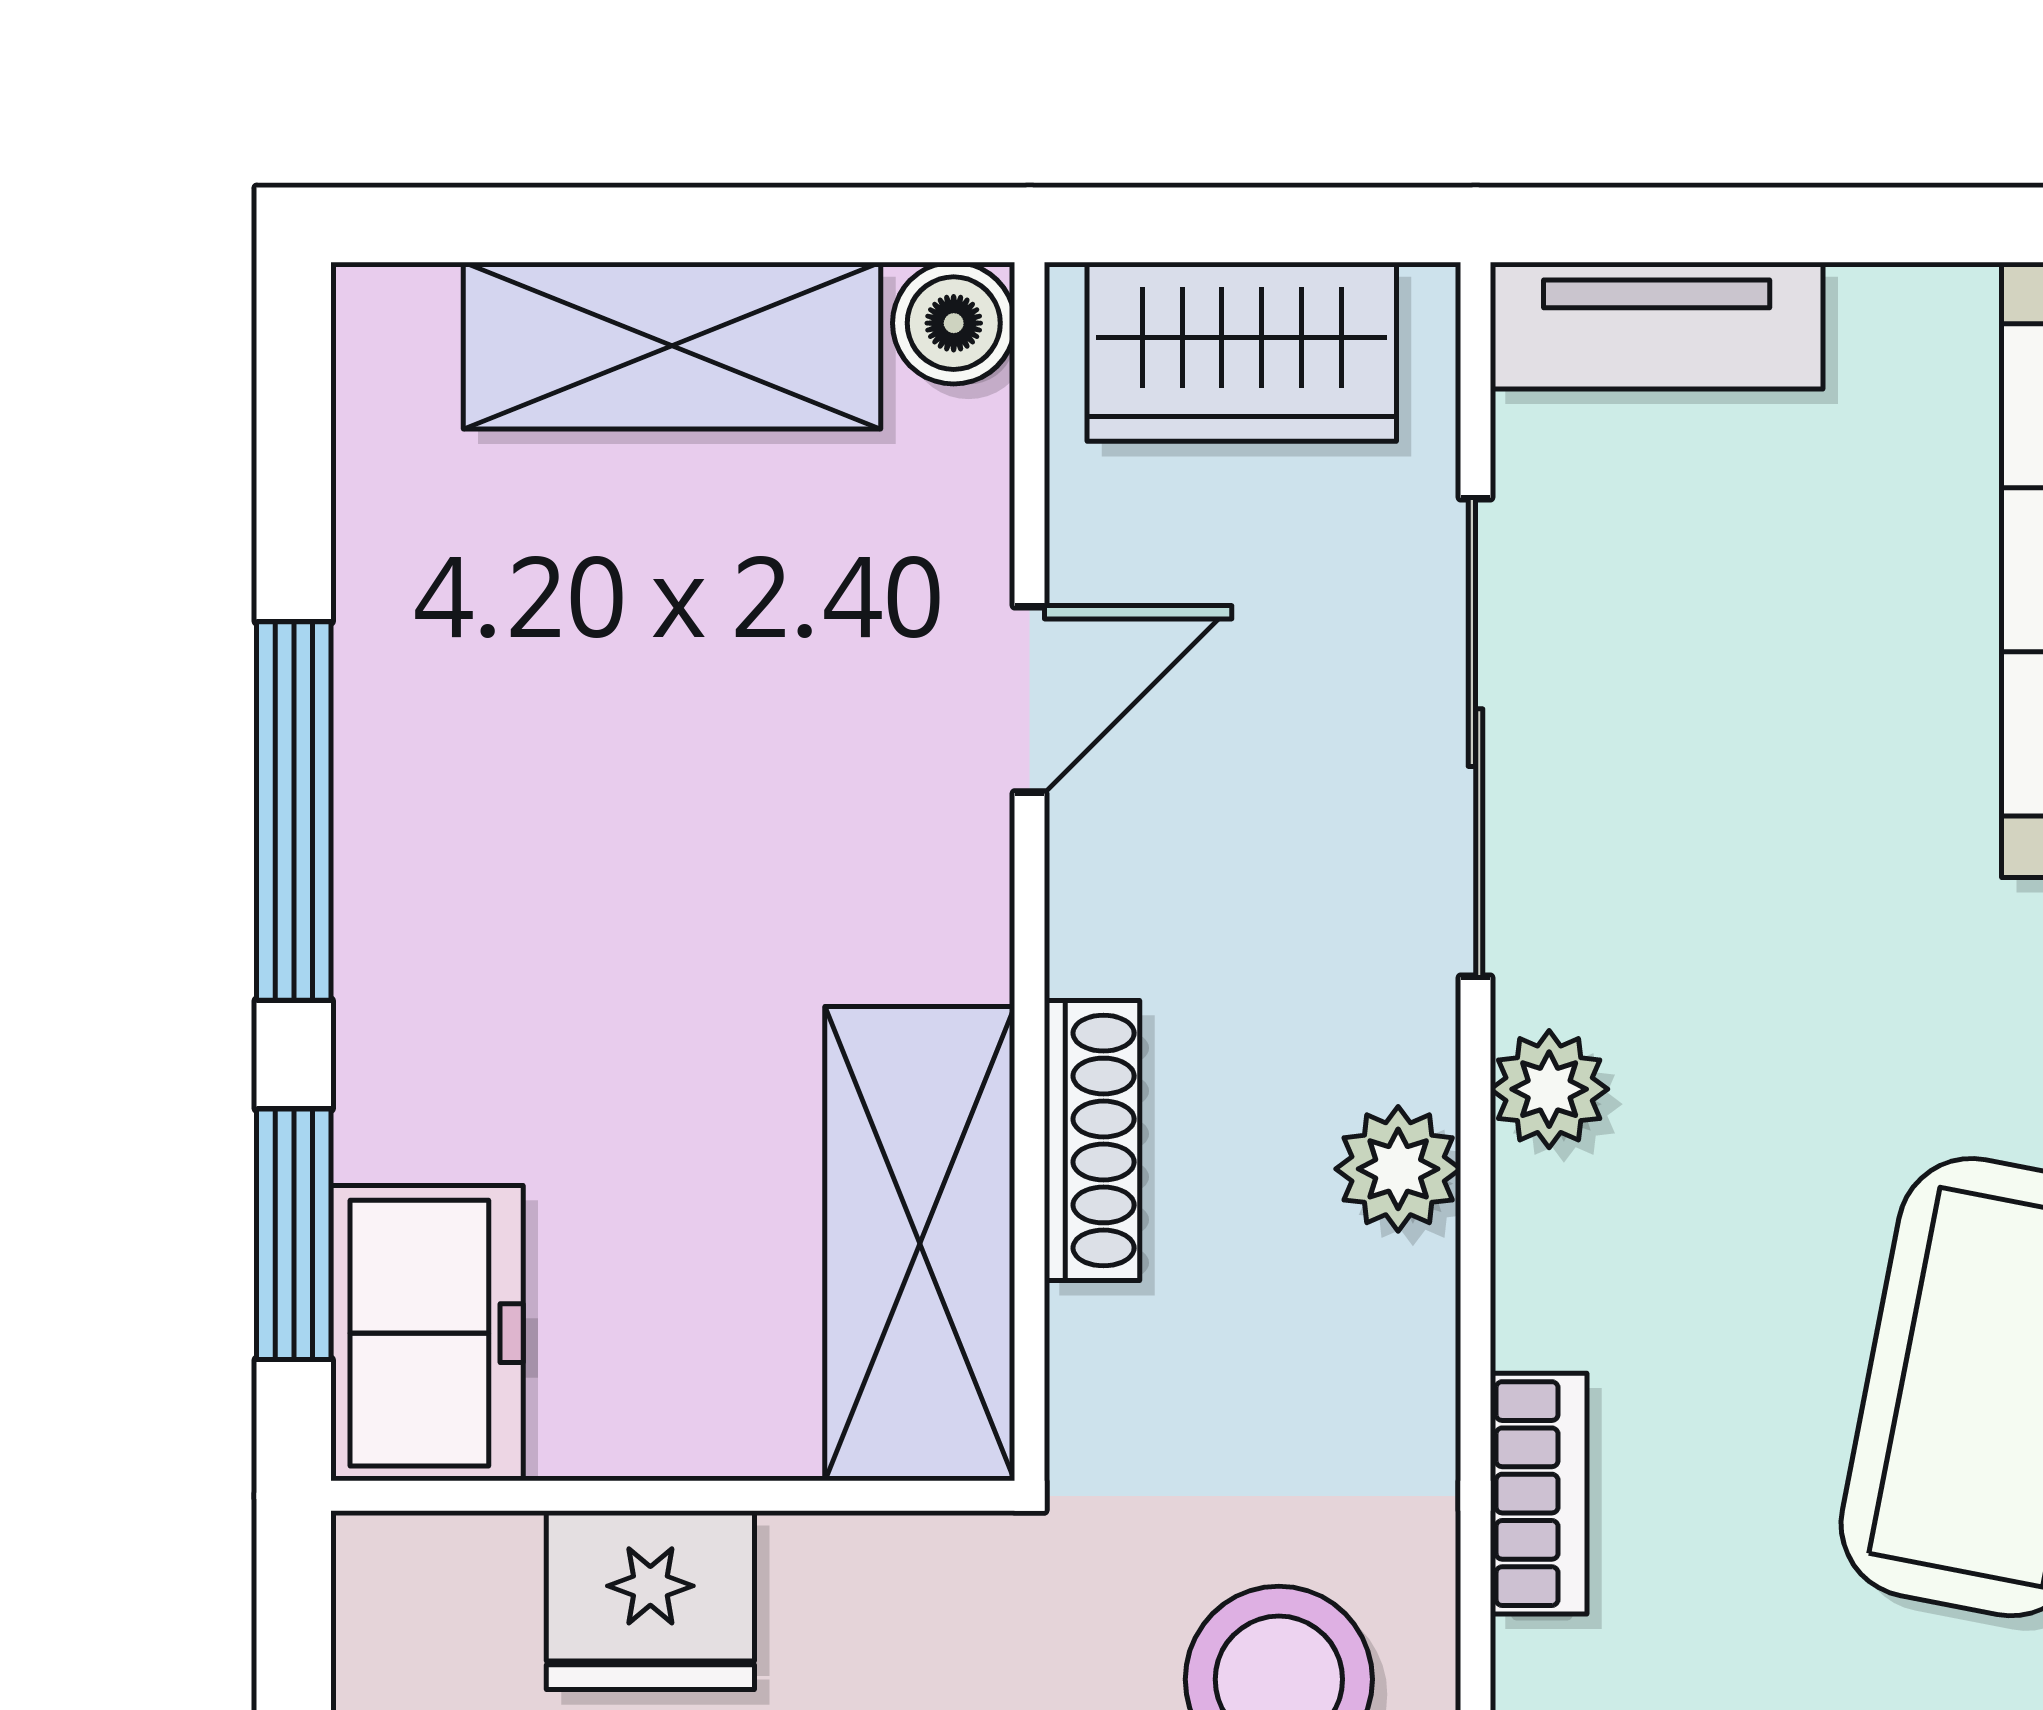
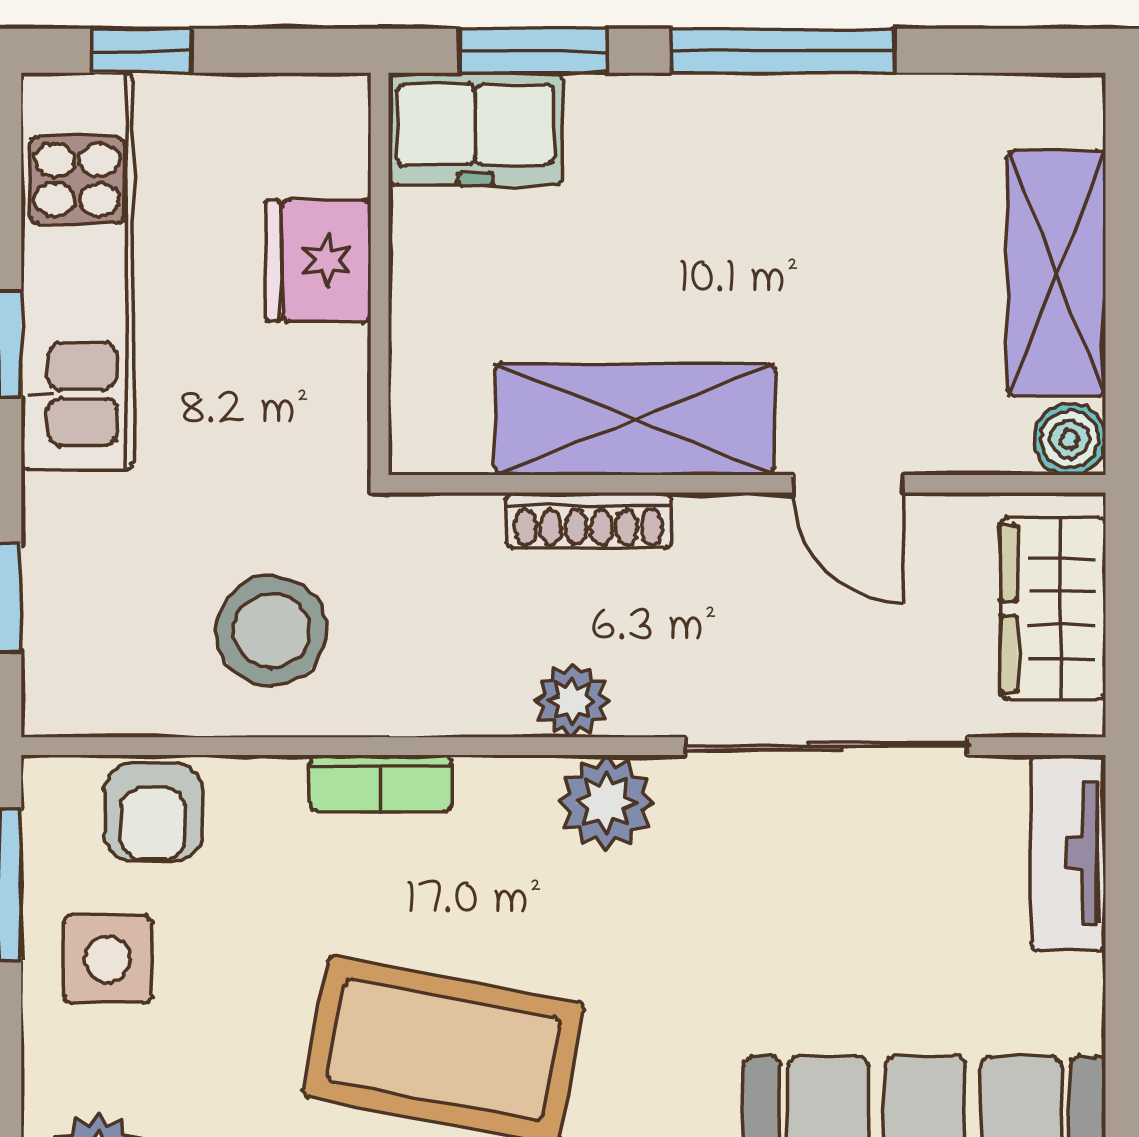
plant: (1549, 1089) -> (606, 802), width x1.38, depth x1.38
shelving: (920, 1244) -> (635, 419), moved

